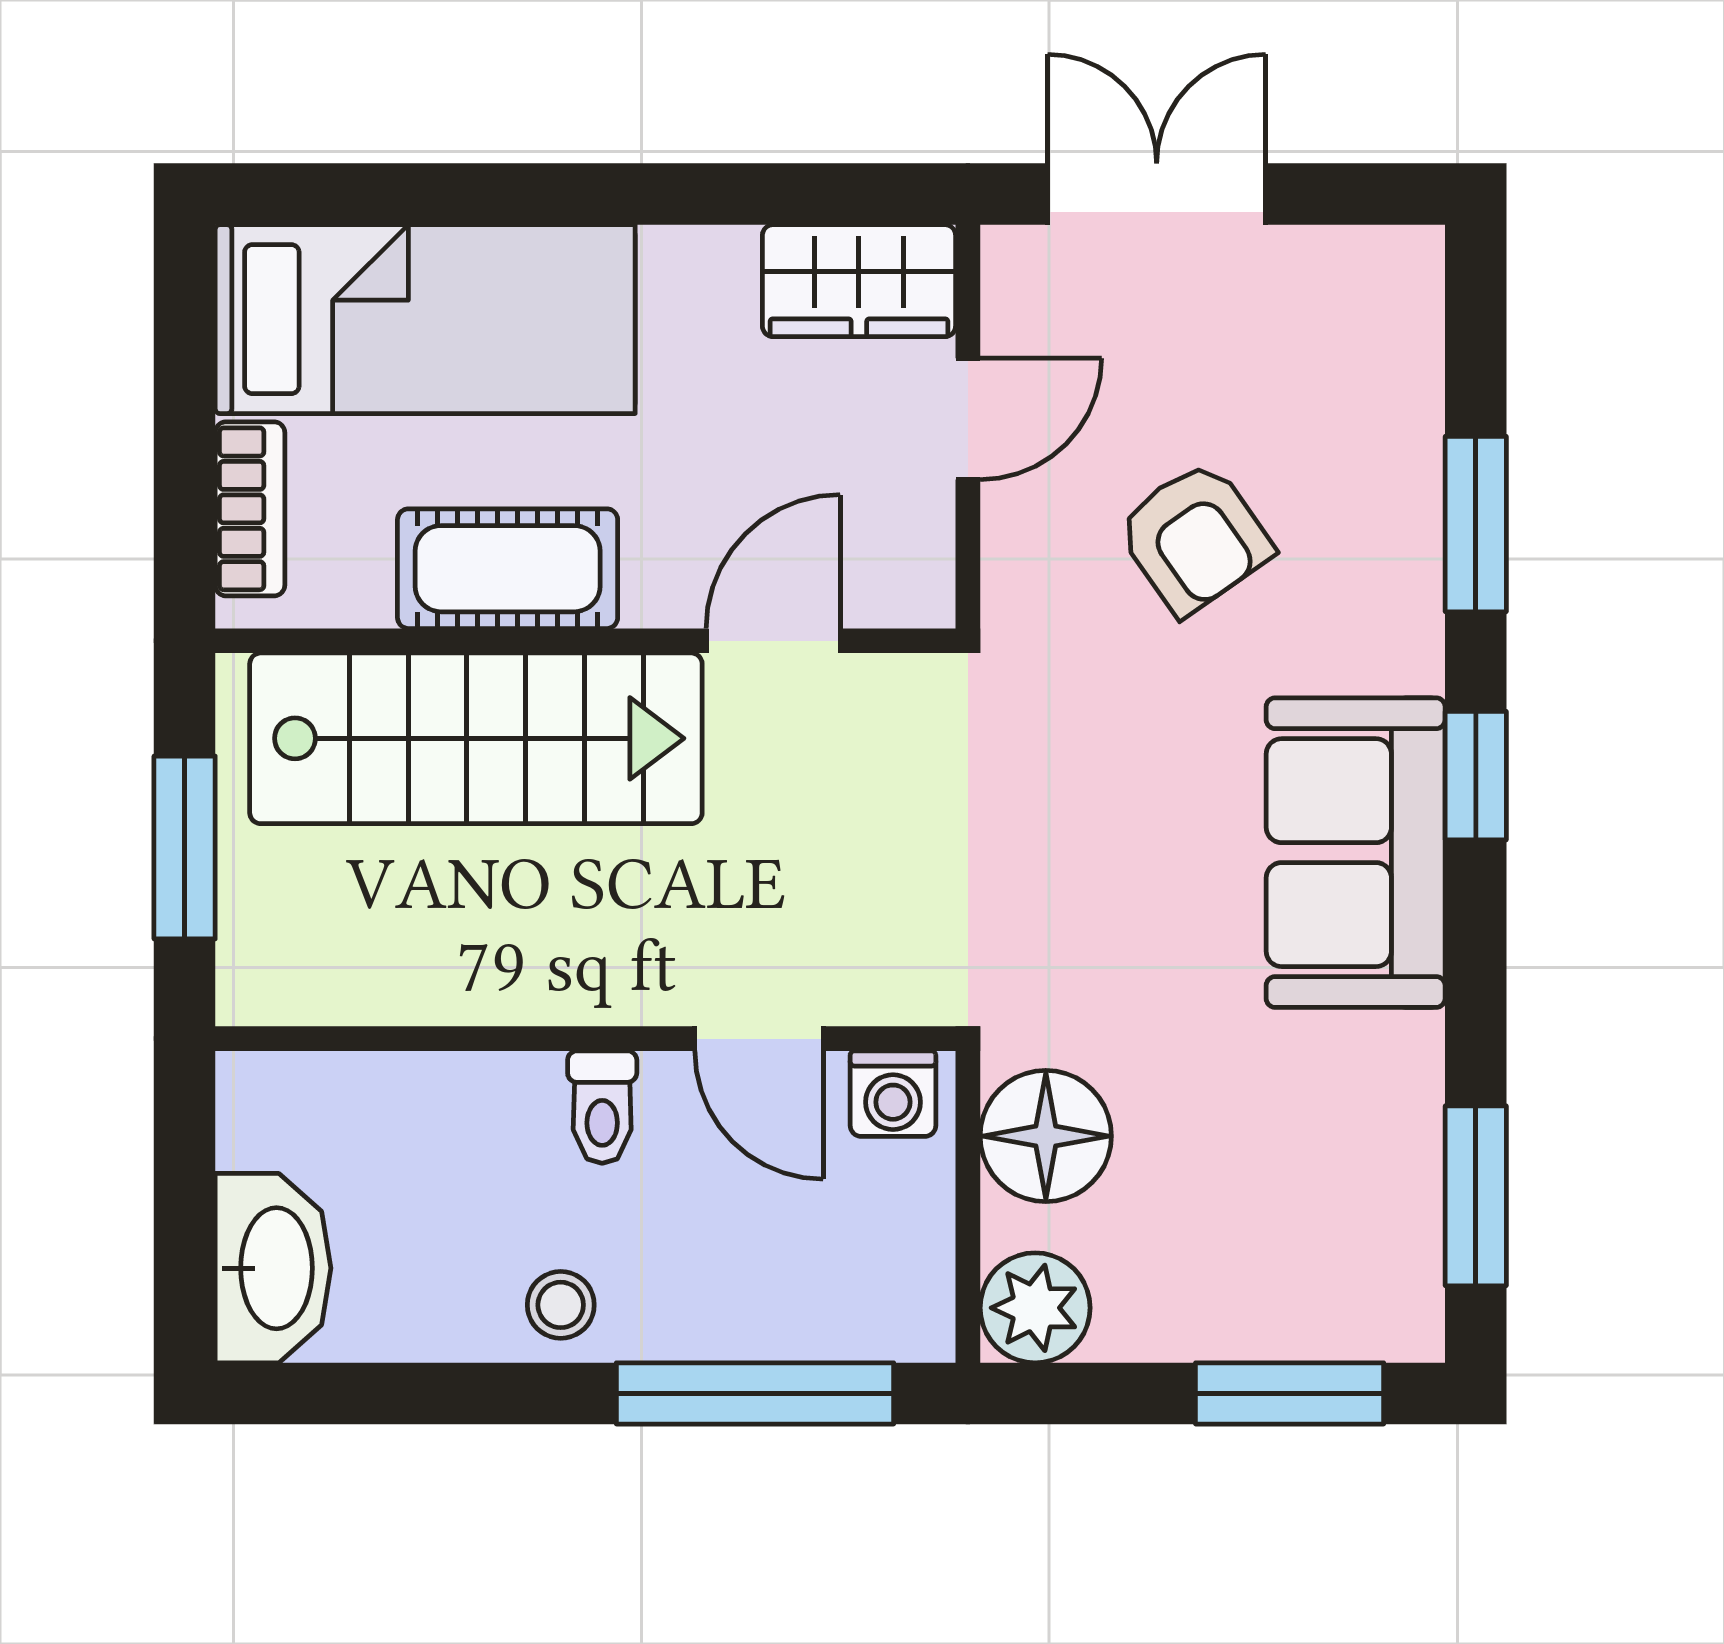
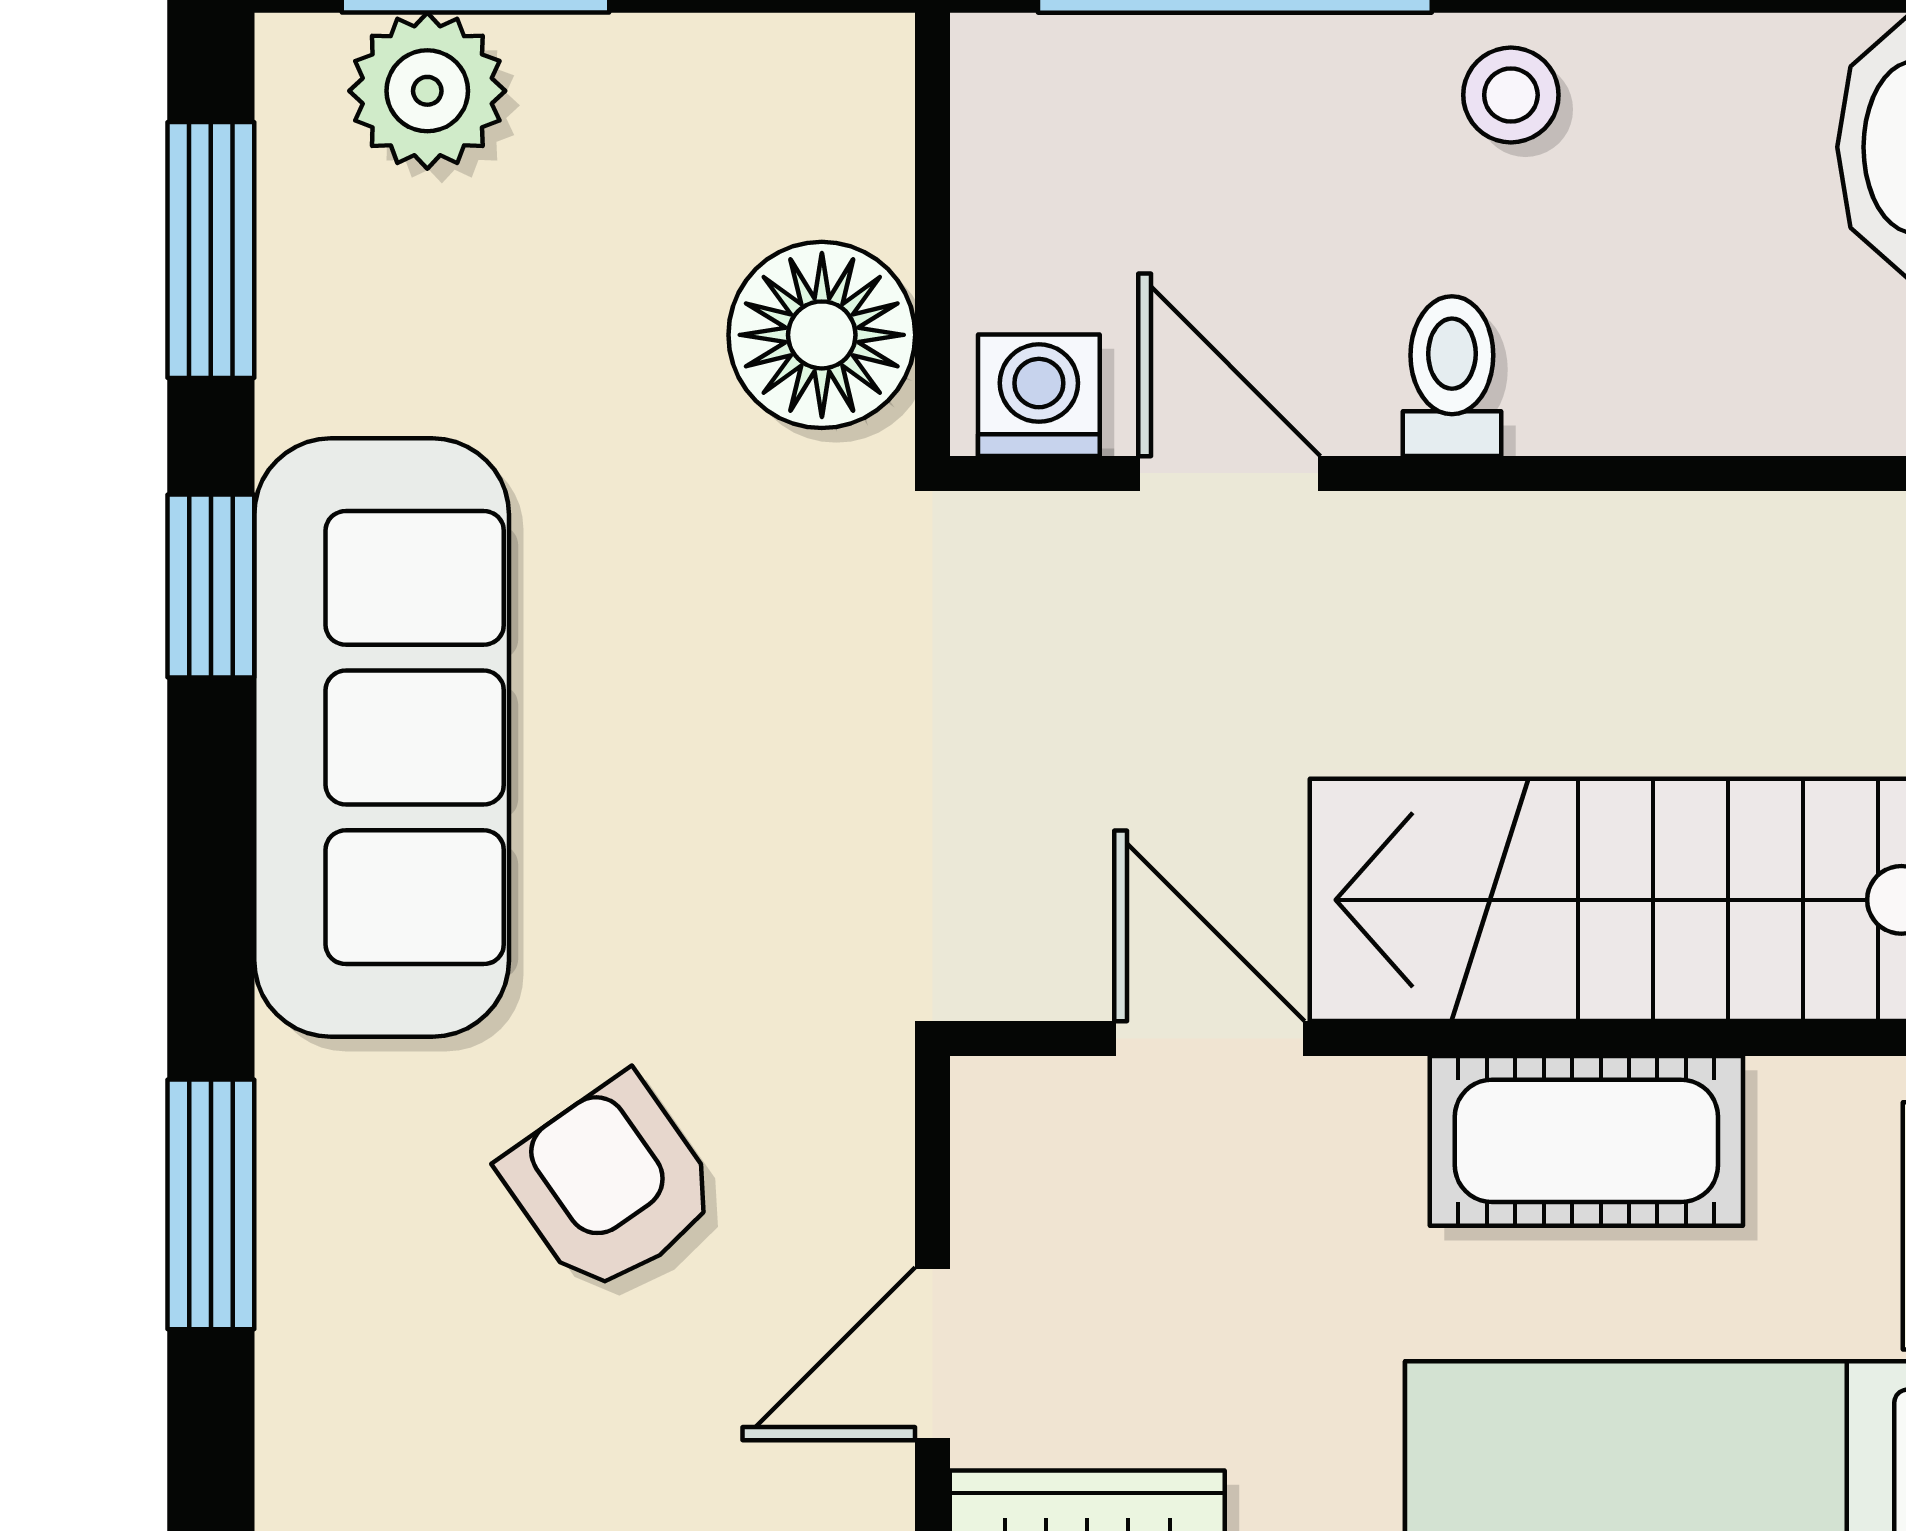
door: (773, 641) -> (1209, 1039), swing flipped
window: (1476, 776) -> (211, 586), moved
sofa: (1356, 853) -> (382, 738), width x1.36
plant: (1035, 1308) -> (427, 91), moved

